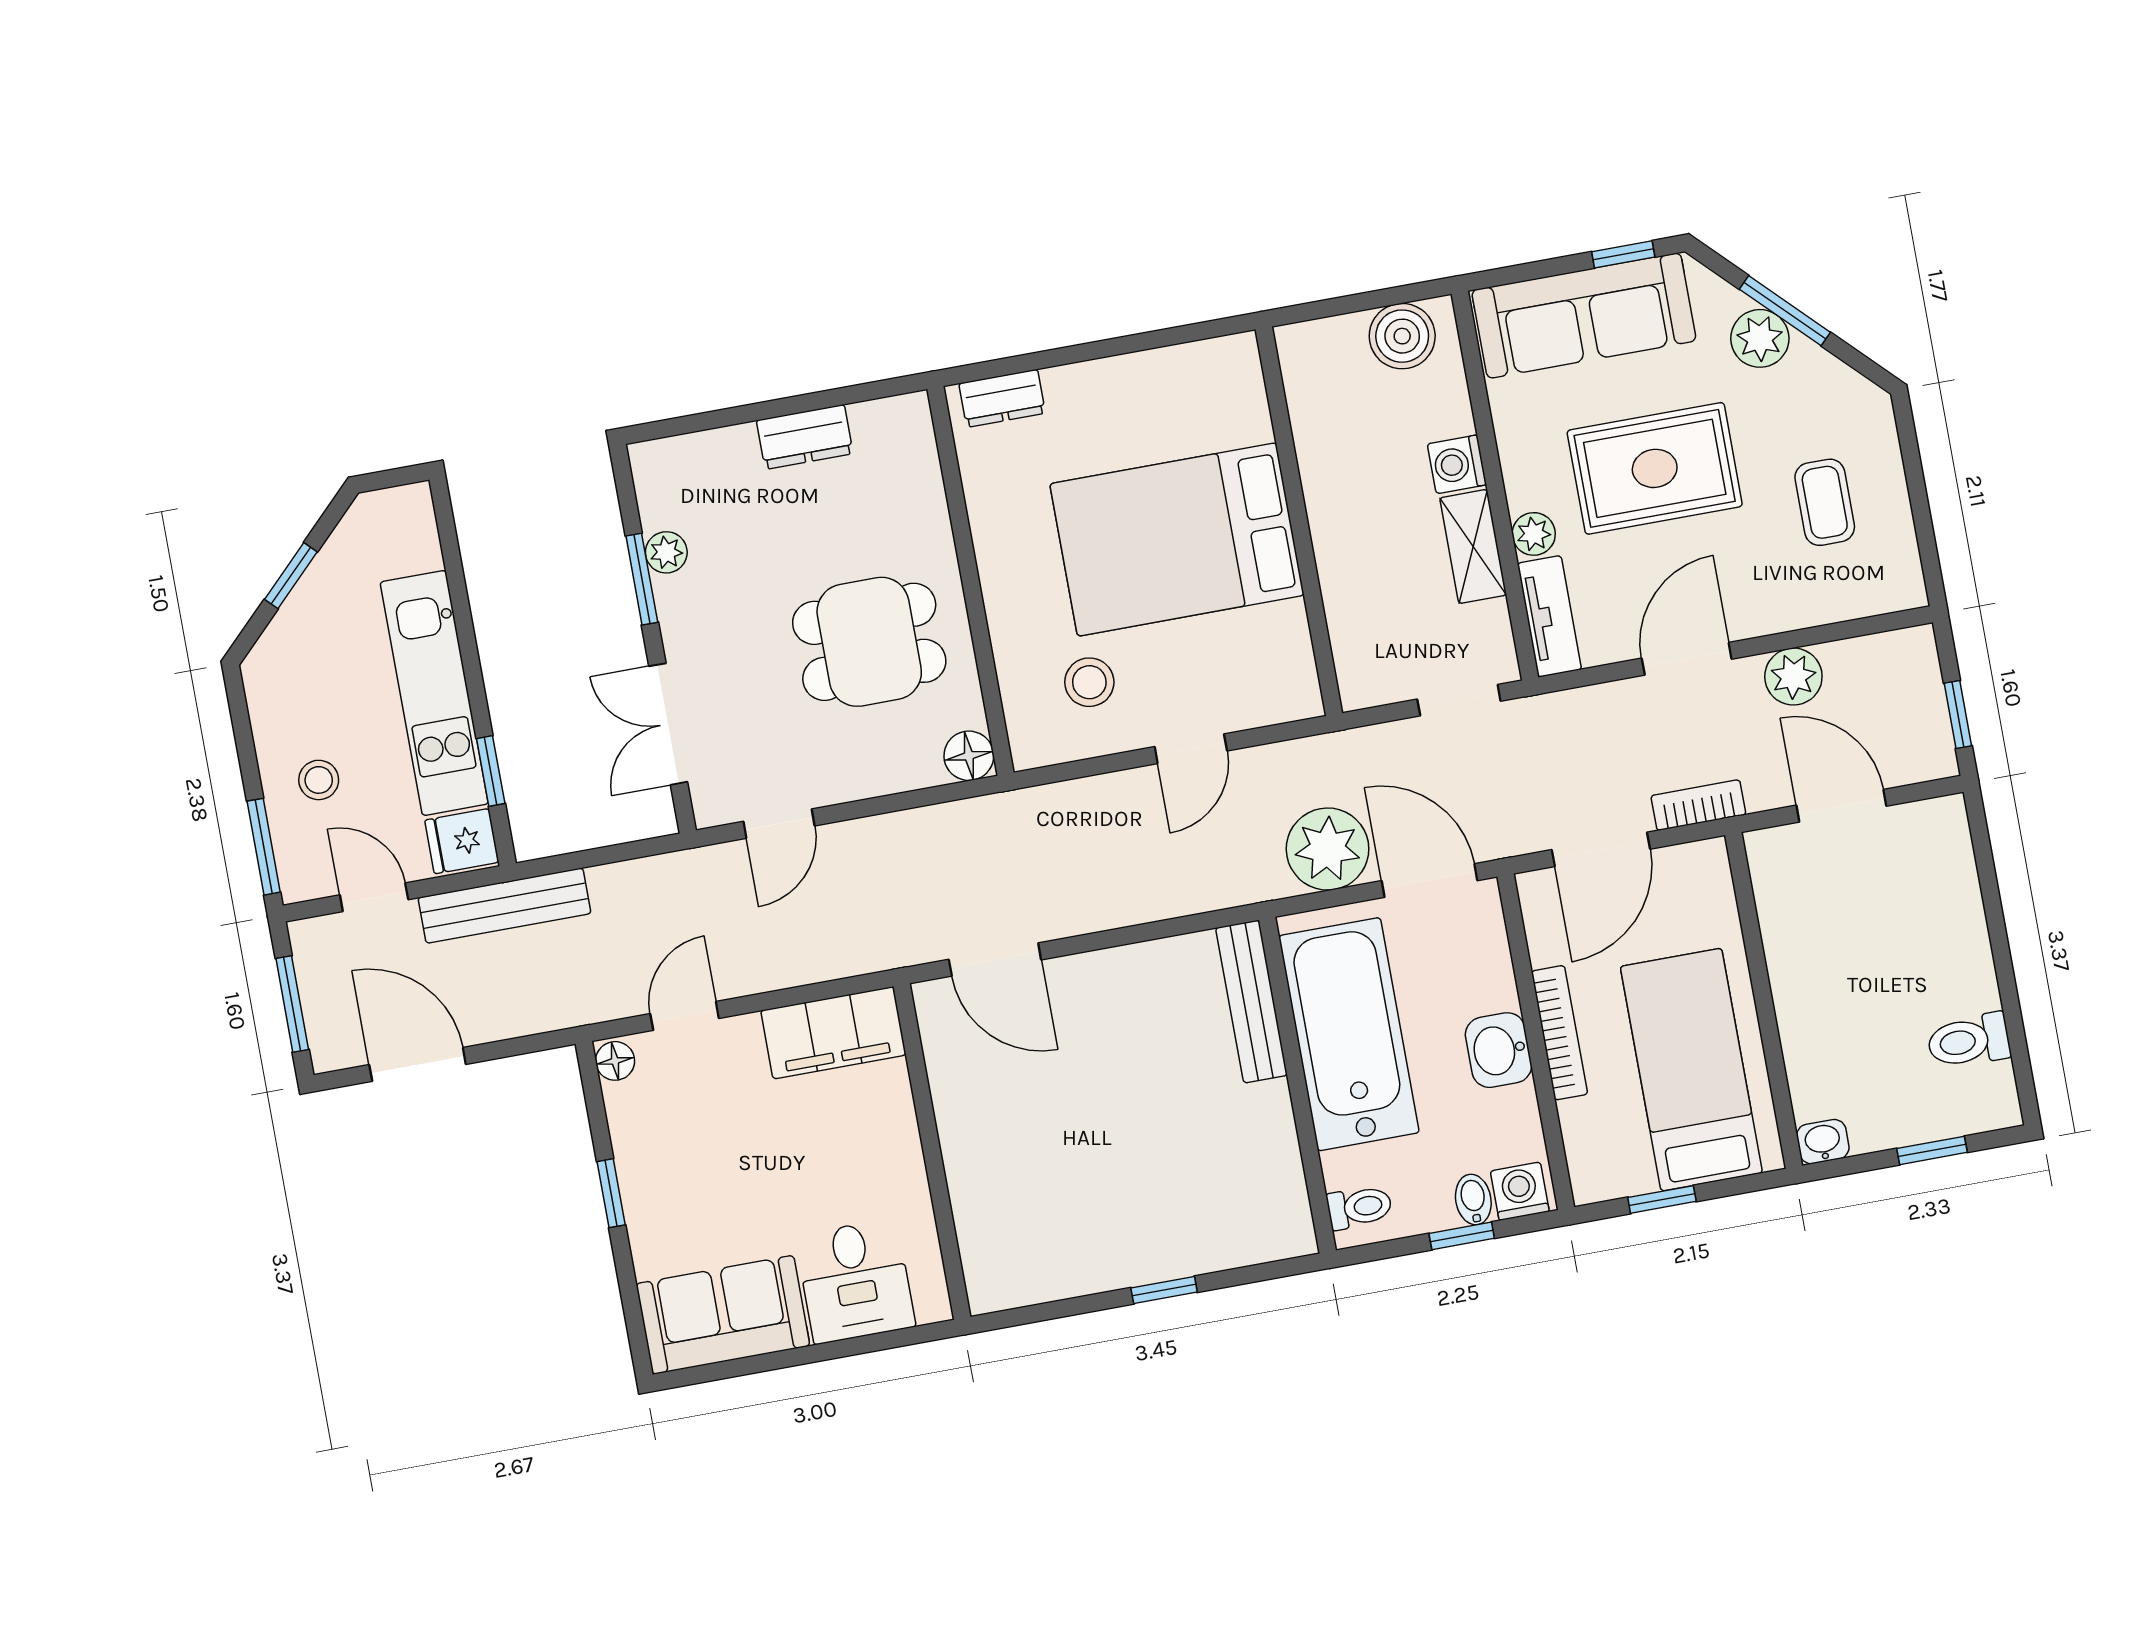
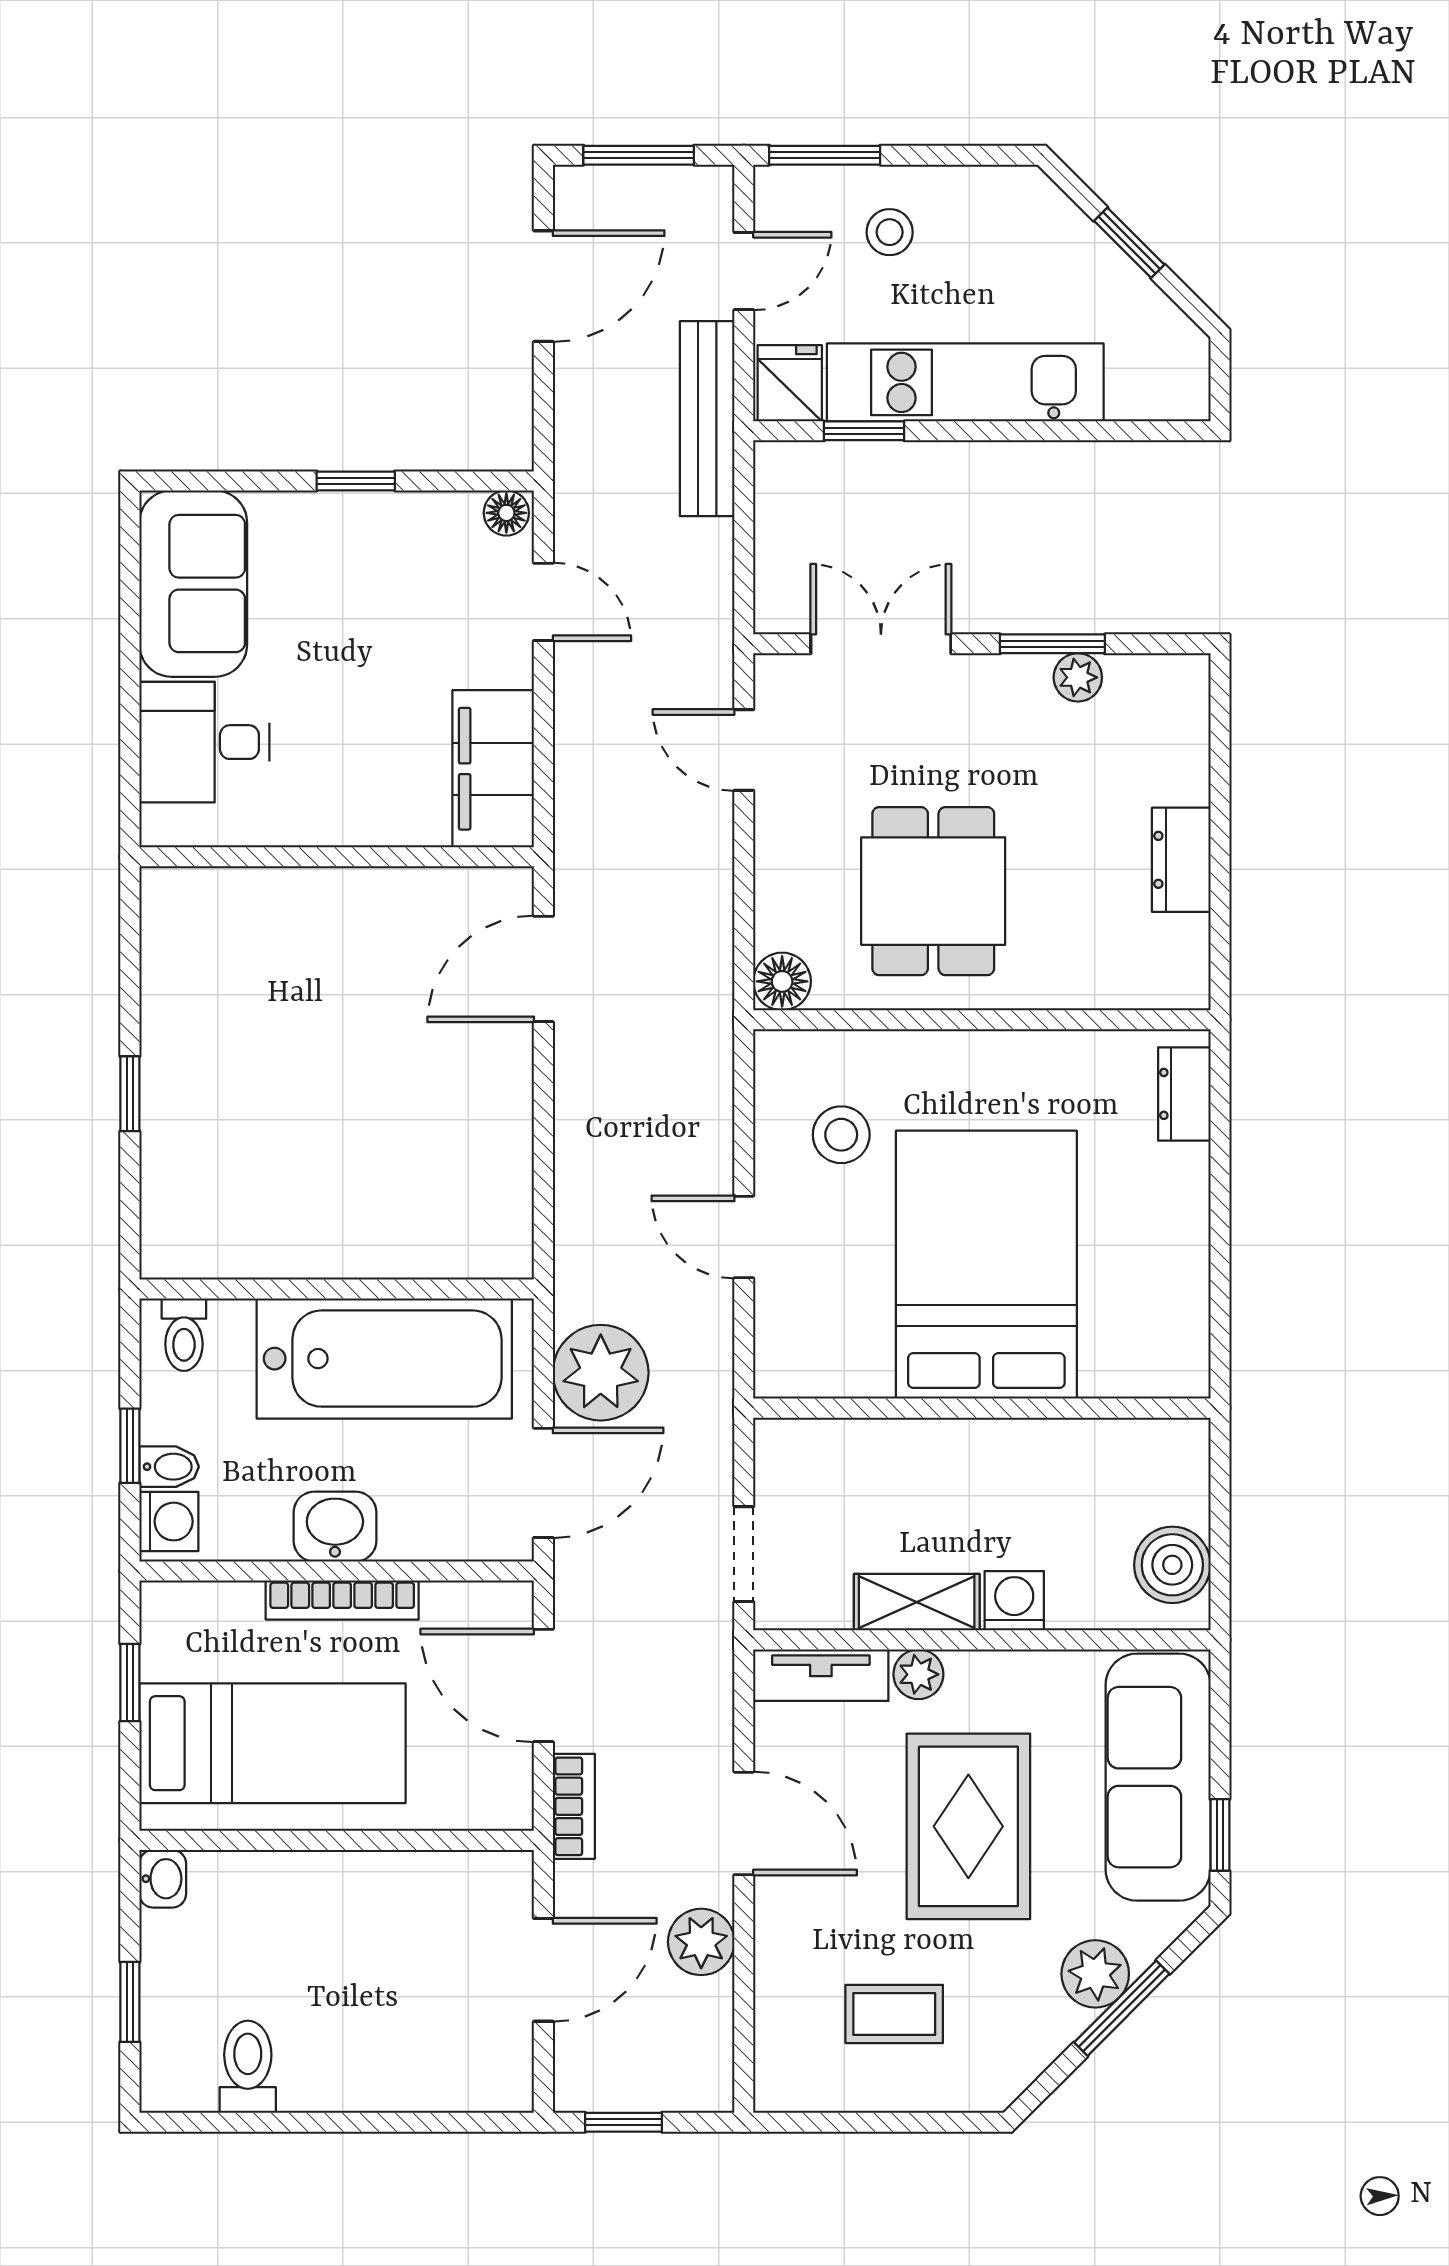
bench: (1252, 1002) -> (442, 1254), removed

